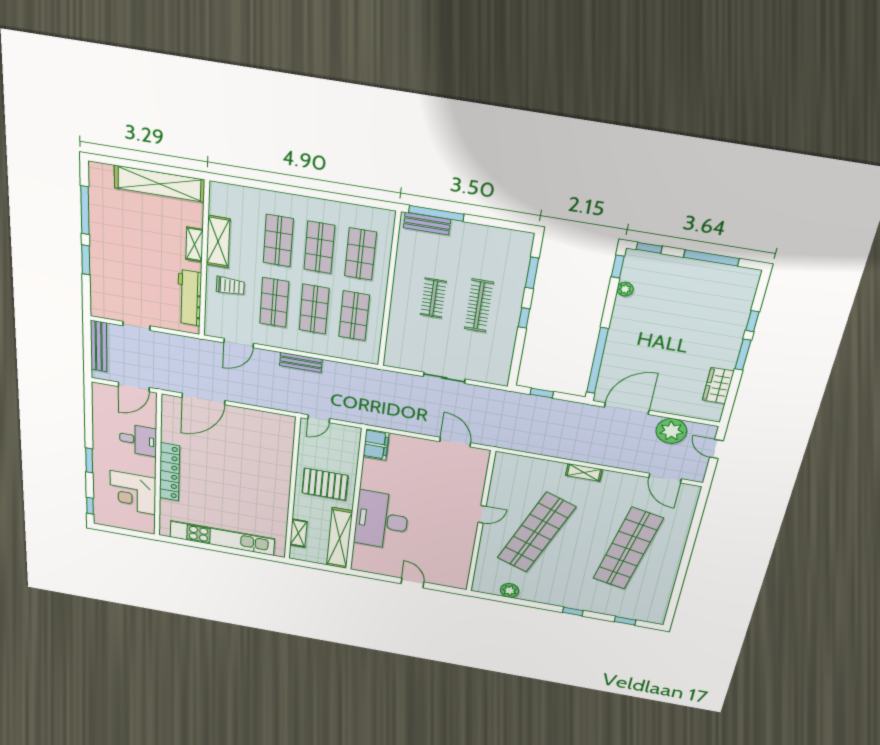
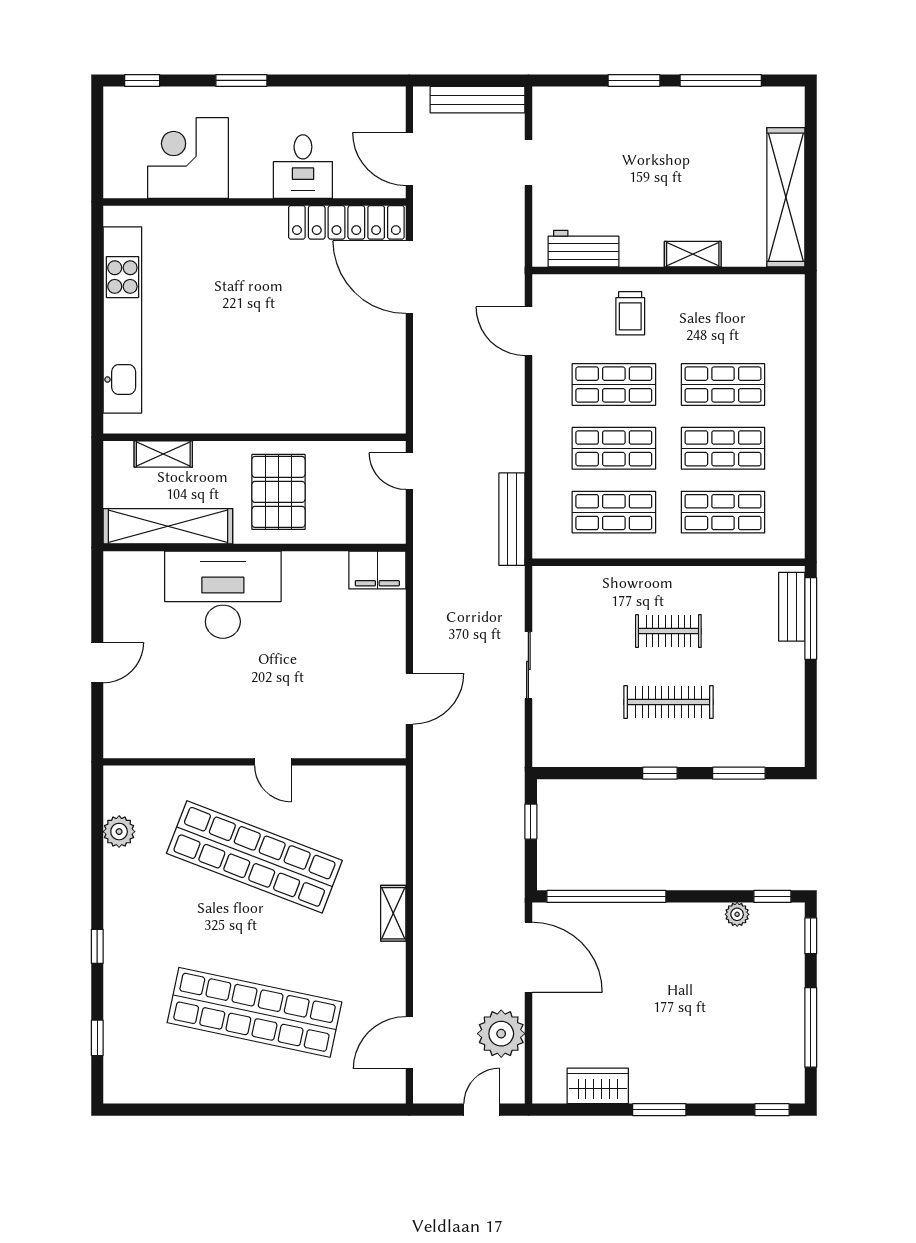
shelving: (218, 242) -> (704, 291), removed
workbench: (189, 298) -> (583, 249), width x0.73
window: (752, 321) -> (772, 1110), moved
bench: (301, 362) -> (512, 519), moved, width x1.36
locker: (169, 472) -> (346, 222), moved

